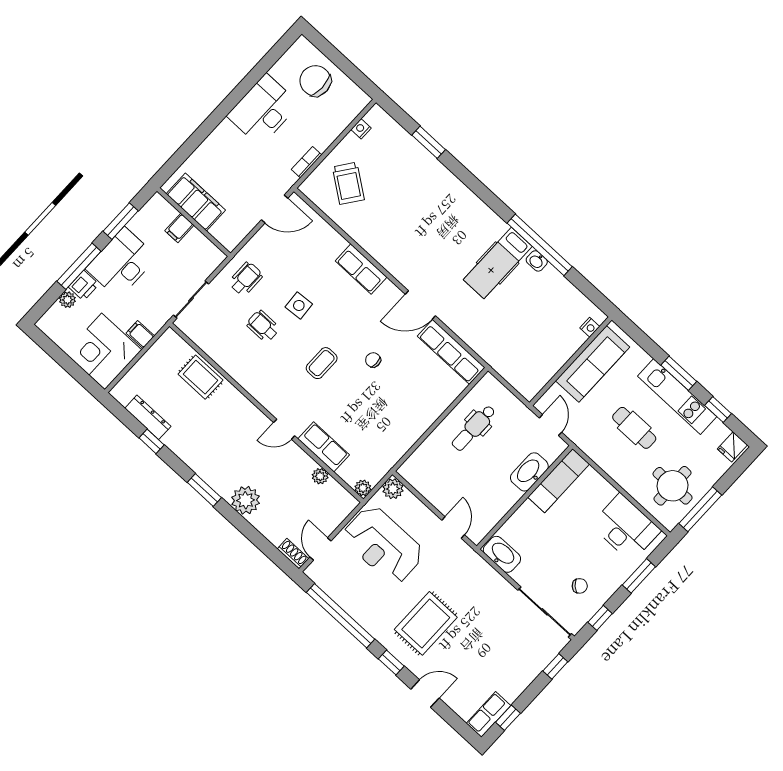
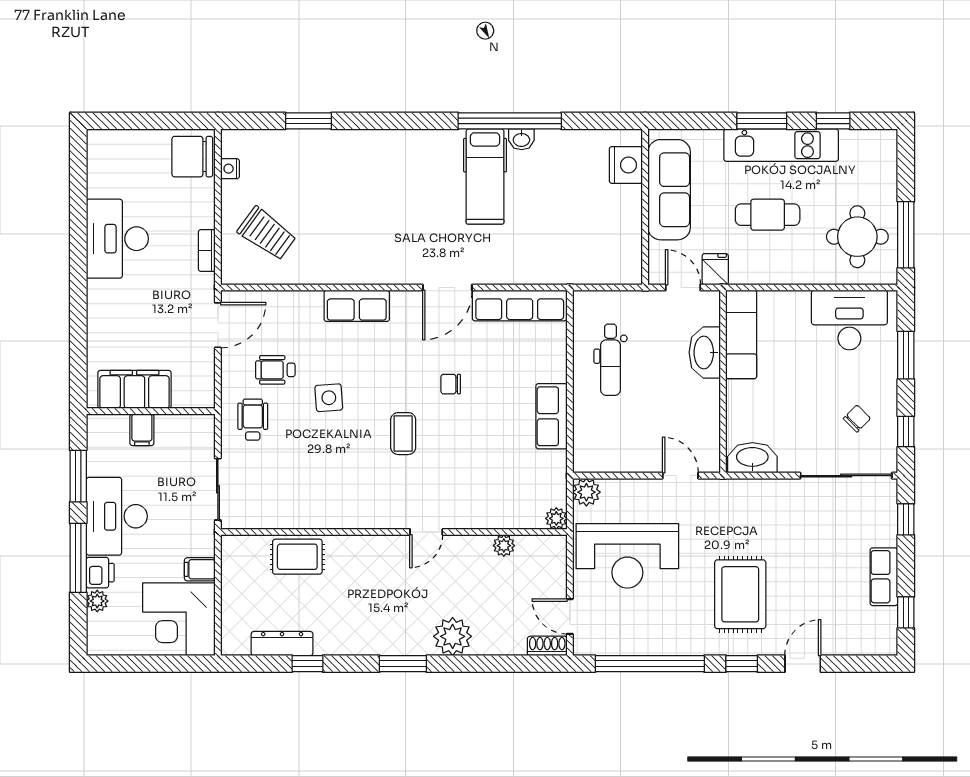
chair: (315, 81) -> (192, 157), moved
wheelchair: (263, 326) -> (275, 370), moved
nightstand: (590, 327) -> (626, 165), width x1.89, depth x1.79
row of seats: (324, 447) -> (552, 416), moved, turned -90
fridge: (732, 447) -> (715, 269), moved, turned 180
row of seats: (489, 714) -> (884, 577), moved

